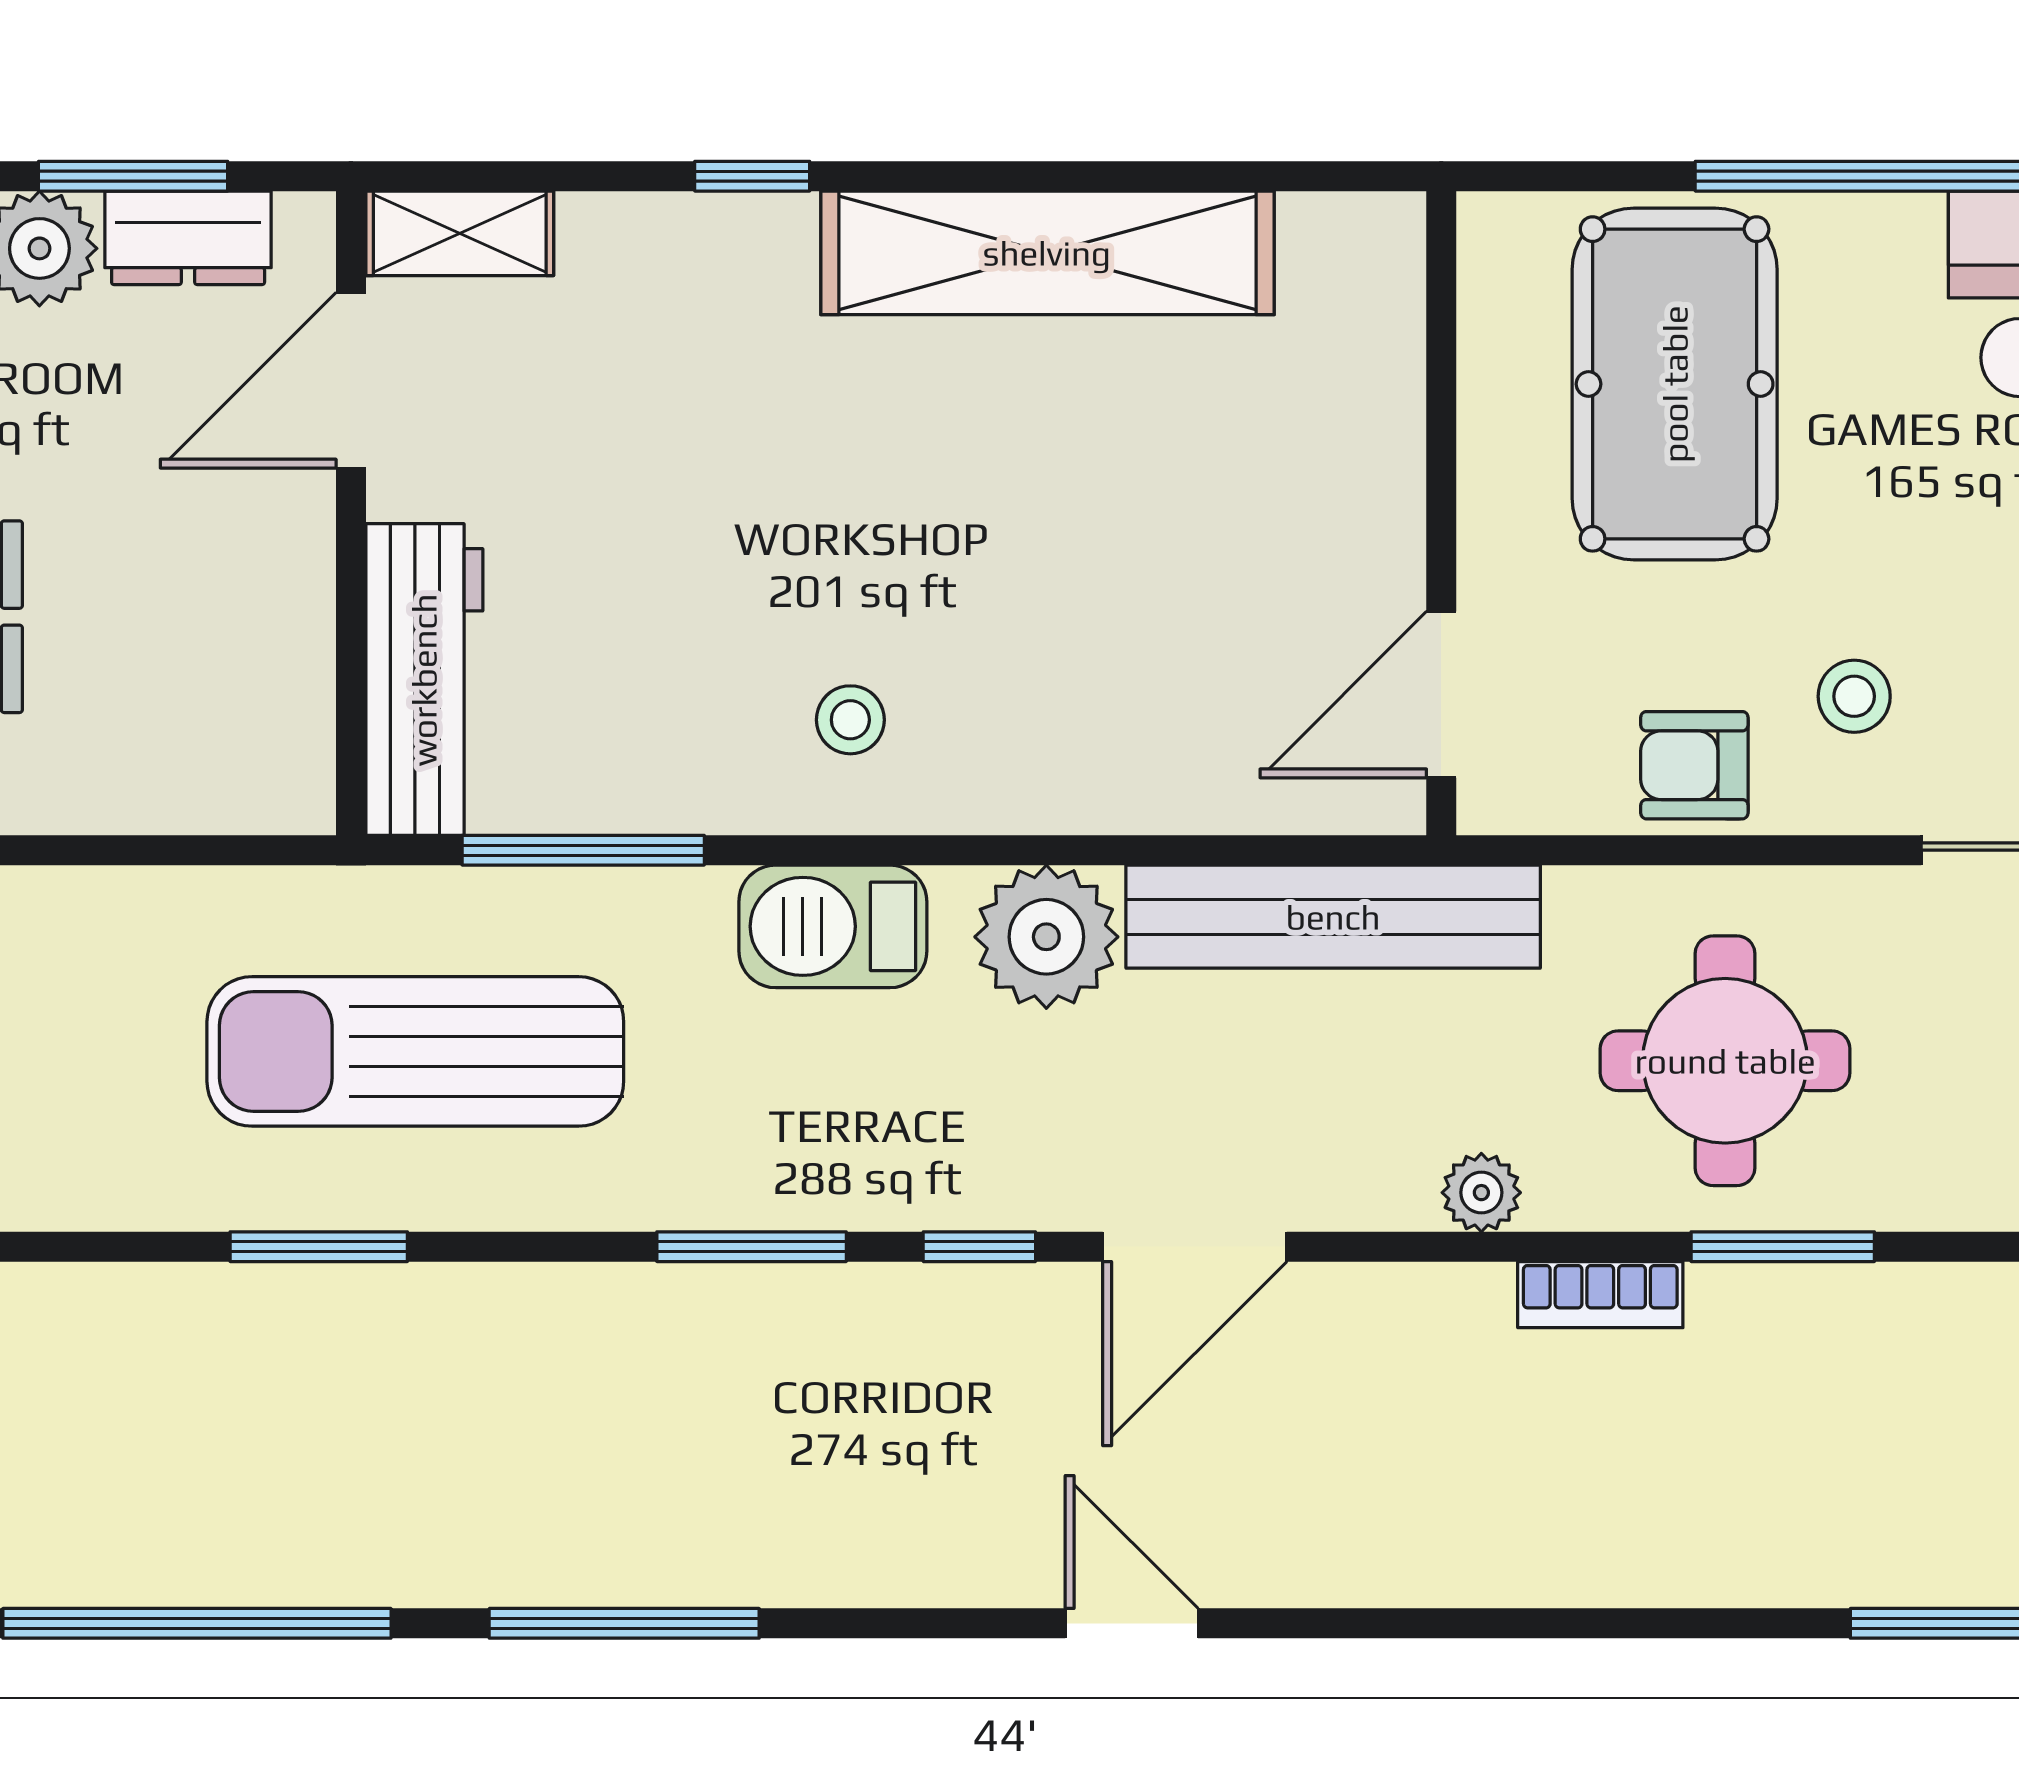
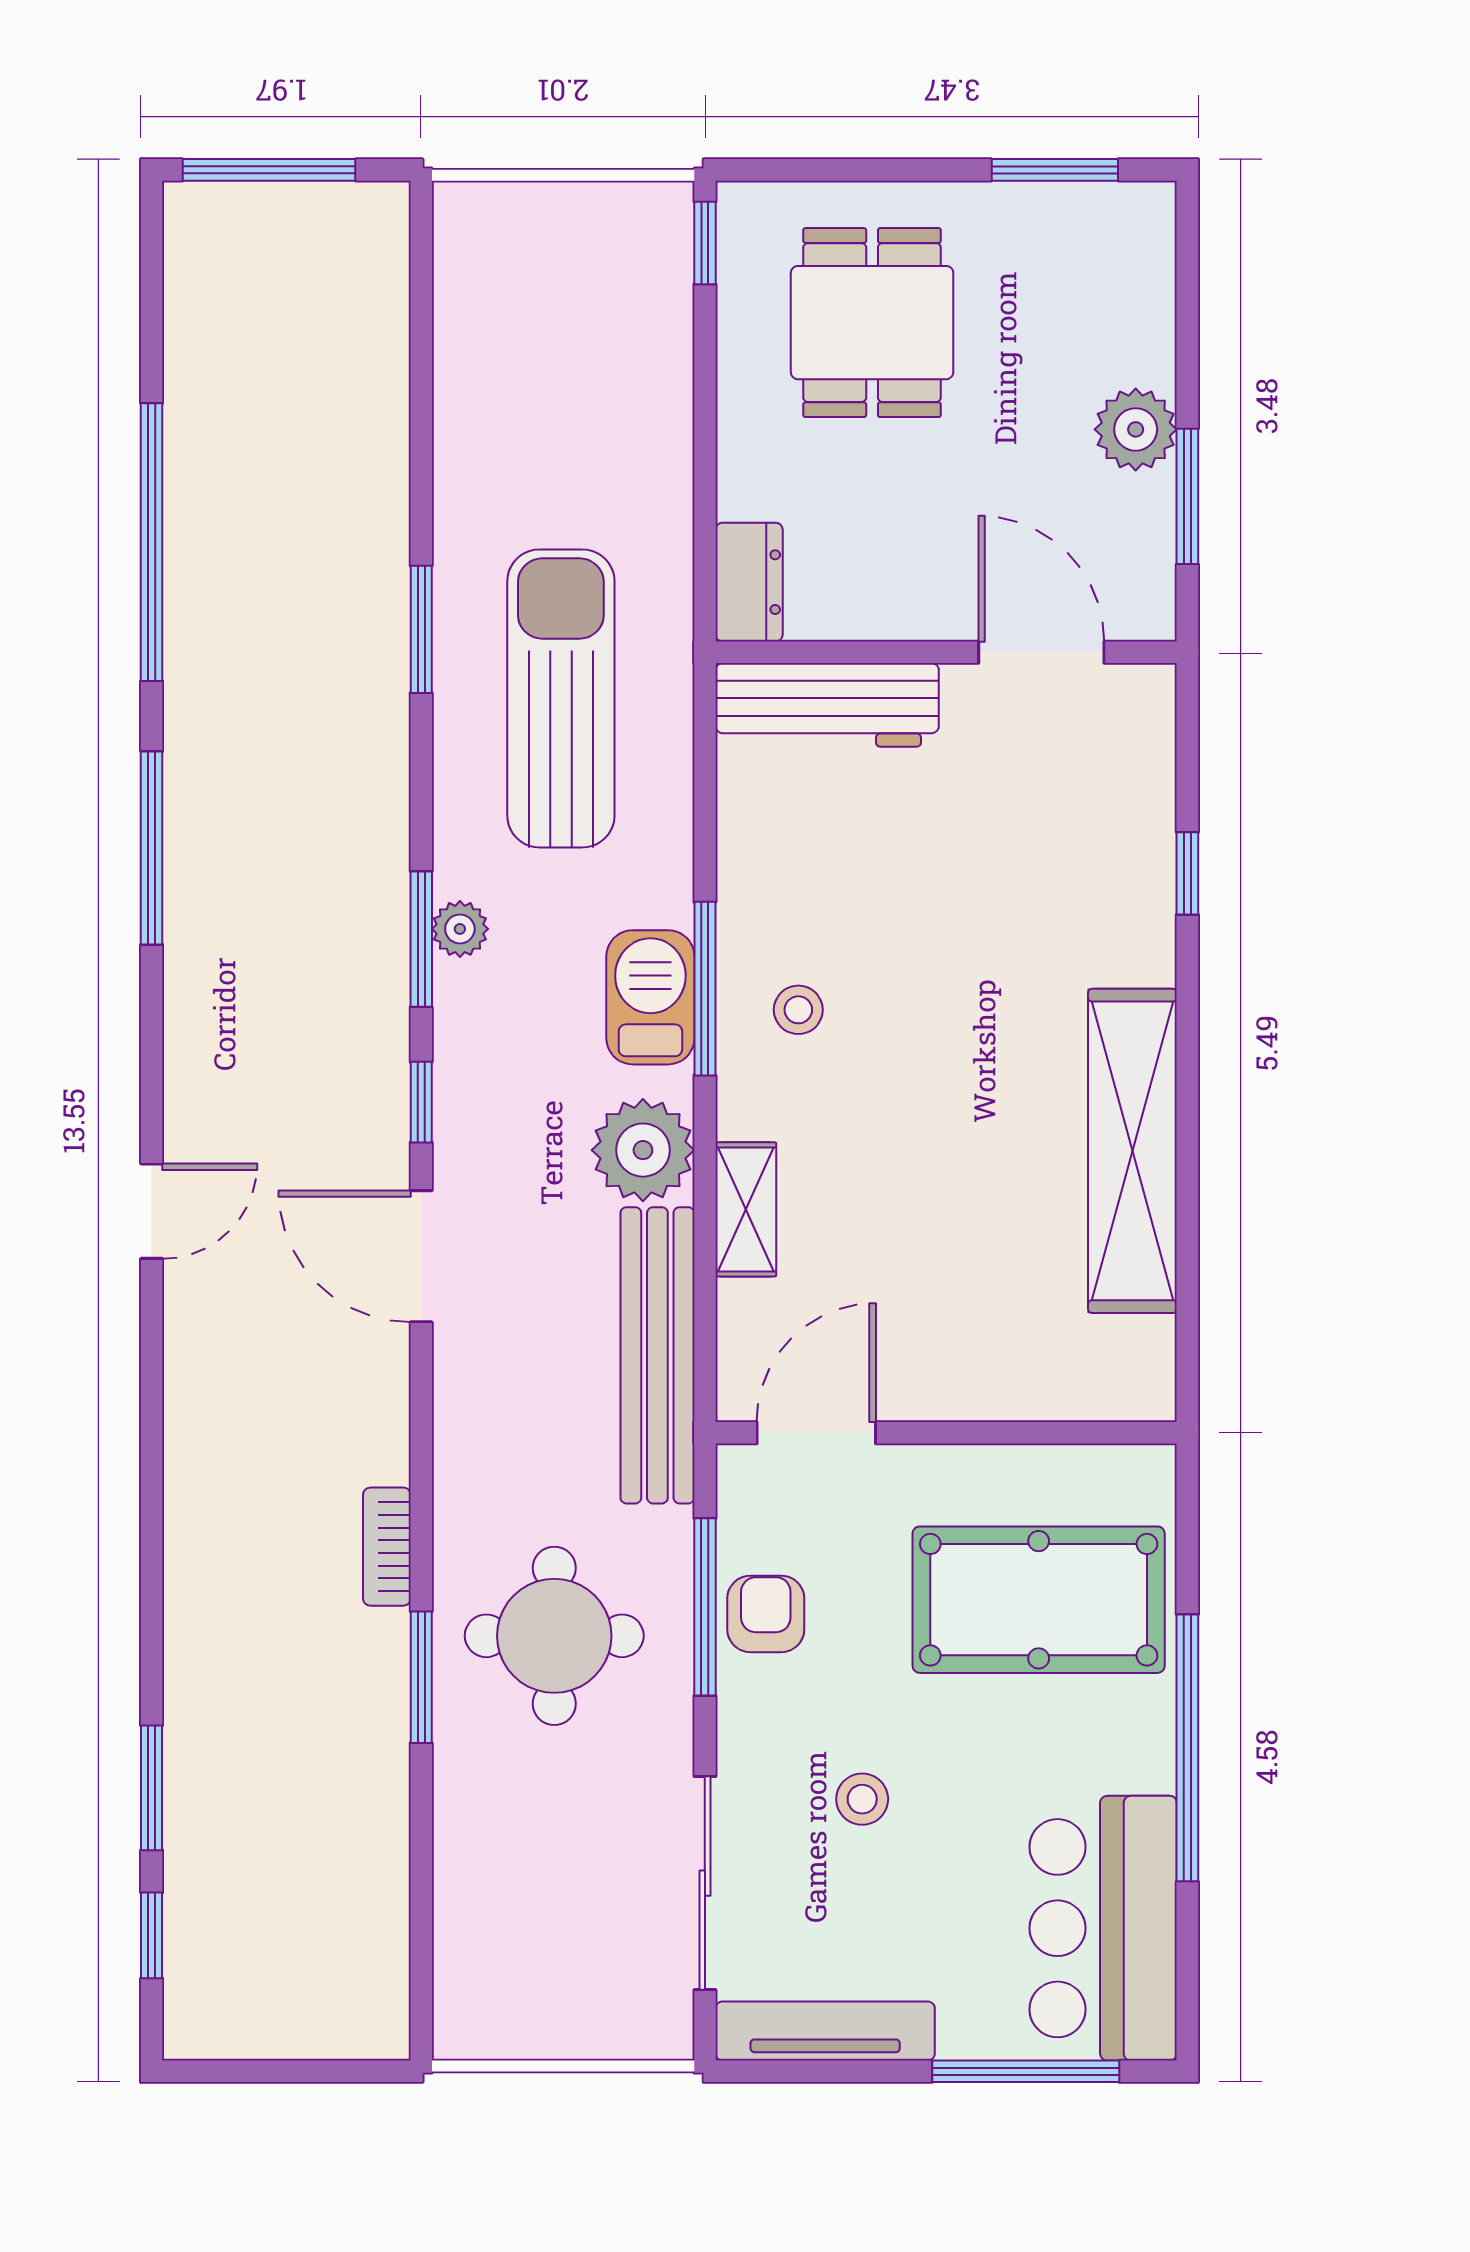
window: (752, 176) -> (1187, 873), moved
shelving: (460, 233) -> (746, 1209), moved
dresser: (188, 238) -> (749, 582), moved, turned 180
door: (1441, 695) -> (816, 1433), hinge flipped
stool: (1854, 696) -> (862, 1799), moved
window: (583, 850) -> (705, 989), moved
window: (1685, 850) -> (705, 1607), added
plant: (1481, 1193) -> (460, 929), moved

